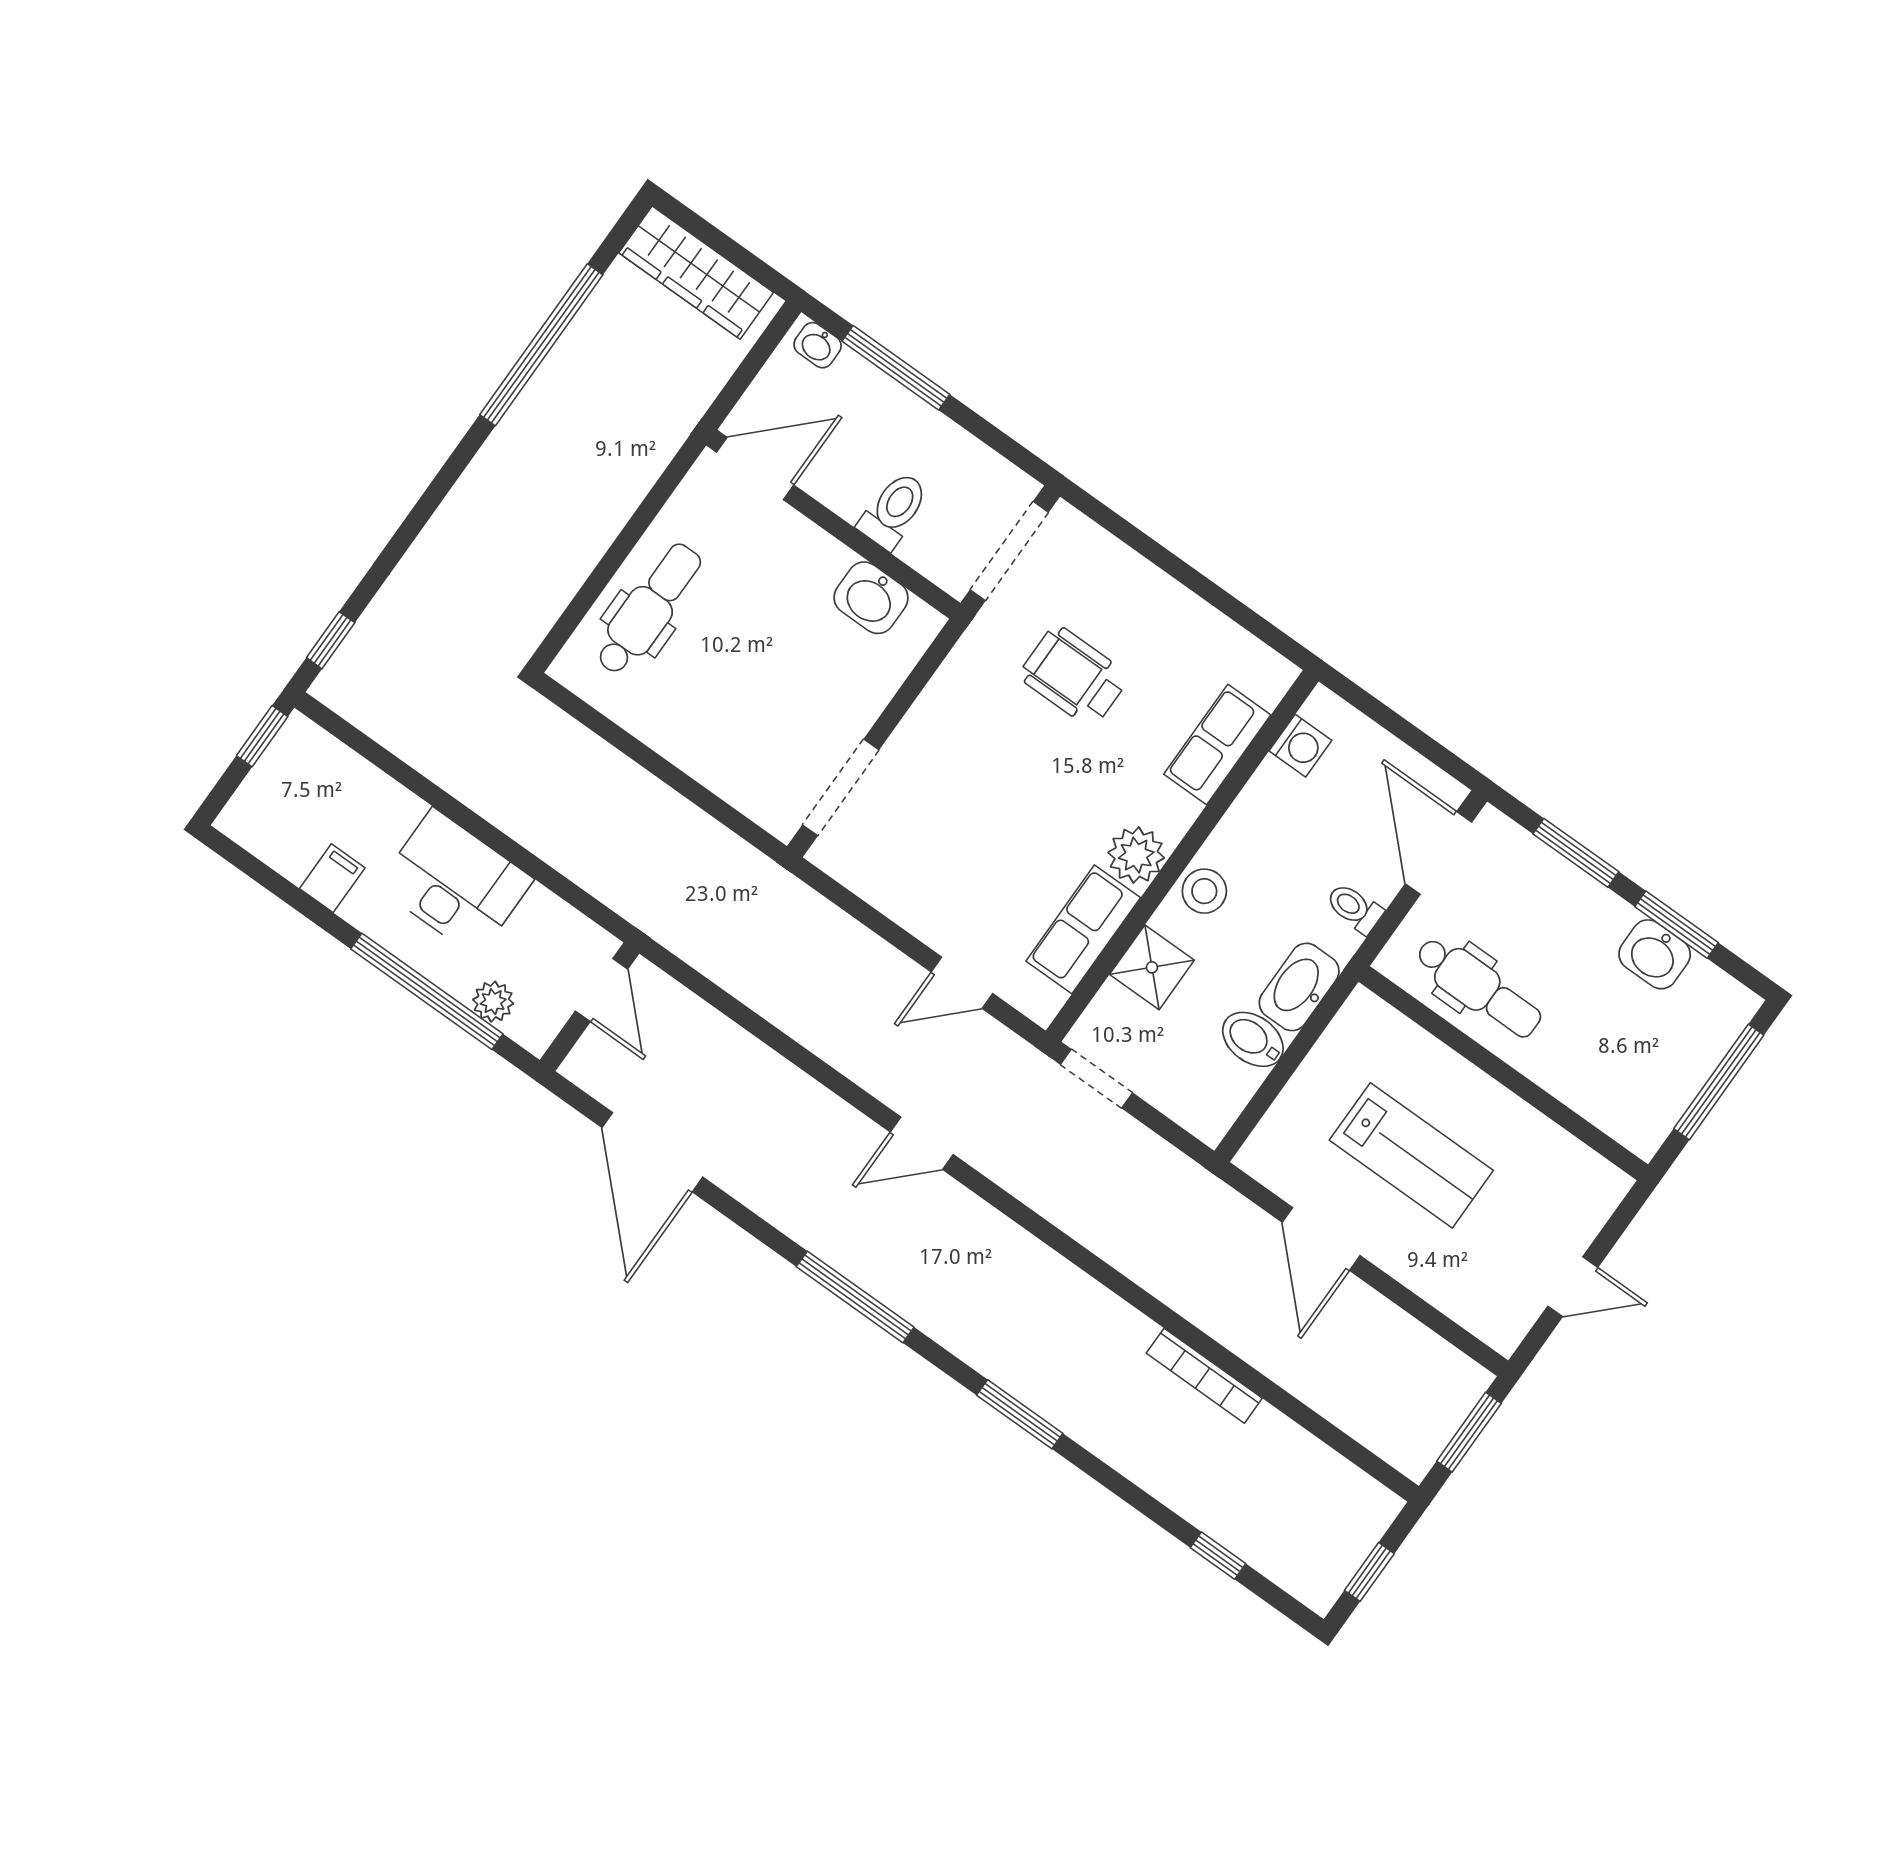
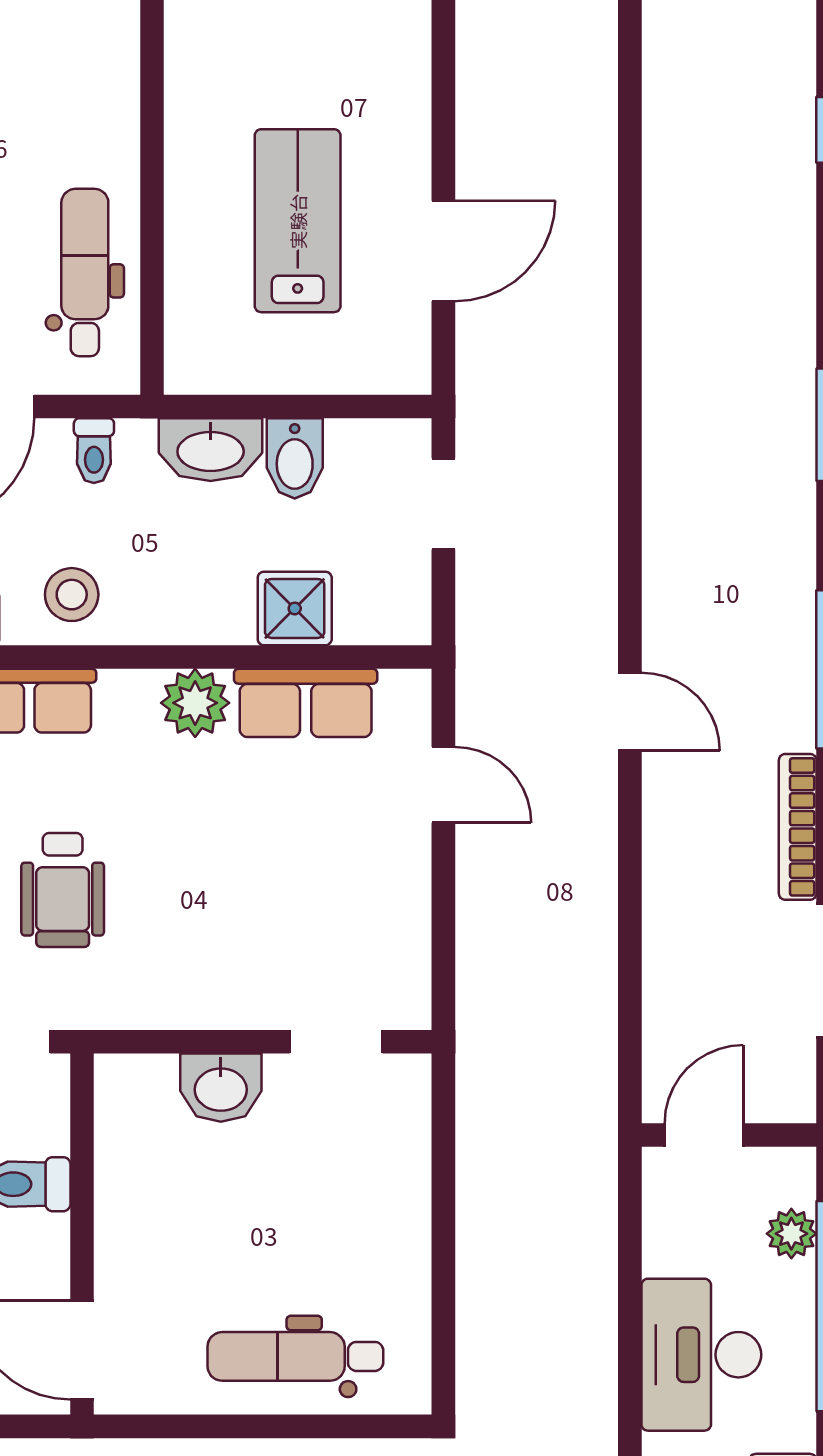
washbasin: (871, 598) -> (221, 1088), moved, turned 90
doorway: (841, 787) -> (336, 1042), width x0.73
stool: (1204, 891) -> (72, 595), moved
doorway: (1096, 1079) -> (443, 504), moved
bookcase: (1204, 1376) -> (798, 827), moved, turned 180

